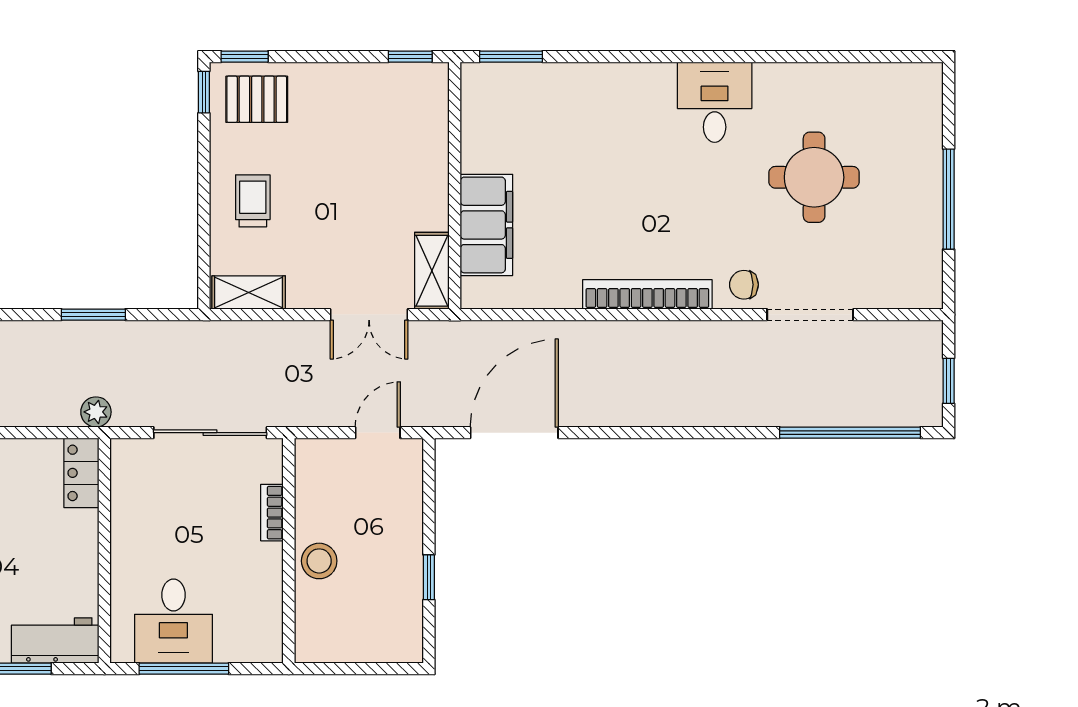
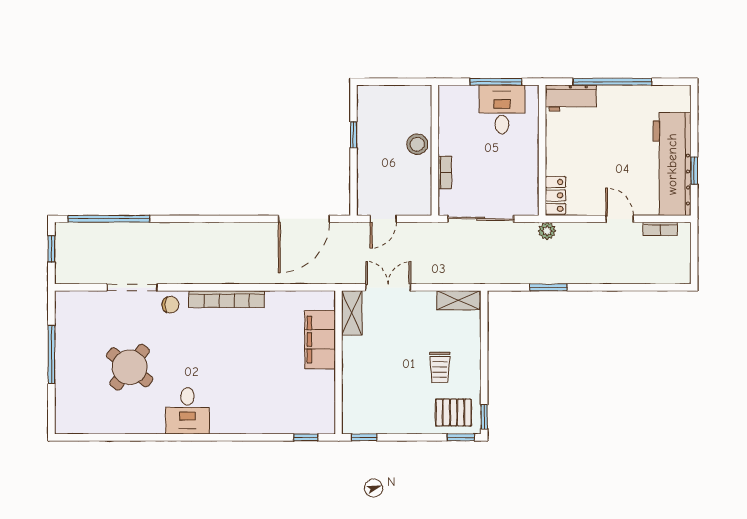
window: (511, 57) -> (306, 437), width x0.67
round table: (814, 177) -> (130, 367), turned 38
trolley: (253, 201) -> (440, 367), moved

